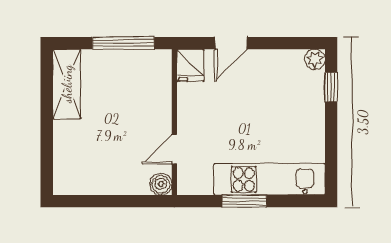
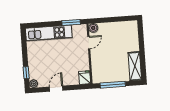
door: (231, 43) -> (56, 89), moved
window: (244, 201) -> (71, 22), moved

